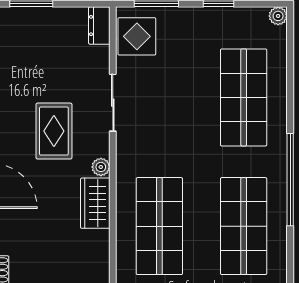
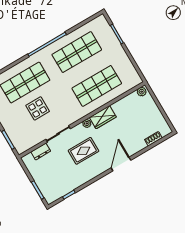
dresser: (99, 26) -> (41, 152), moved
display table: (137, 36) -> (38, 108), moved

